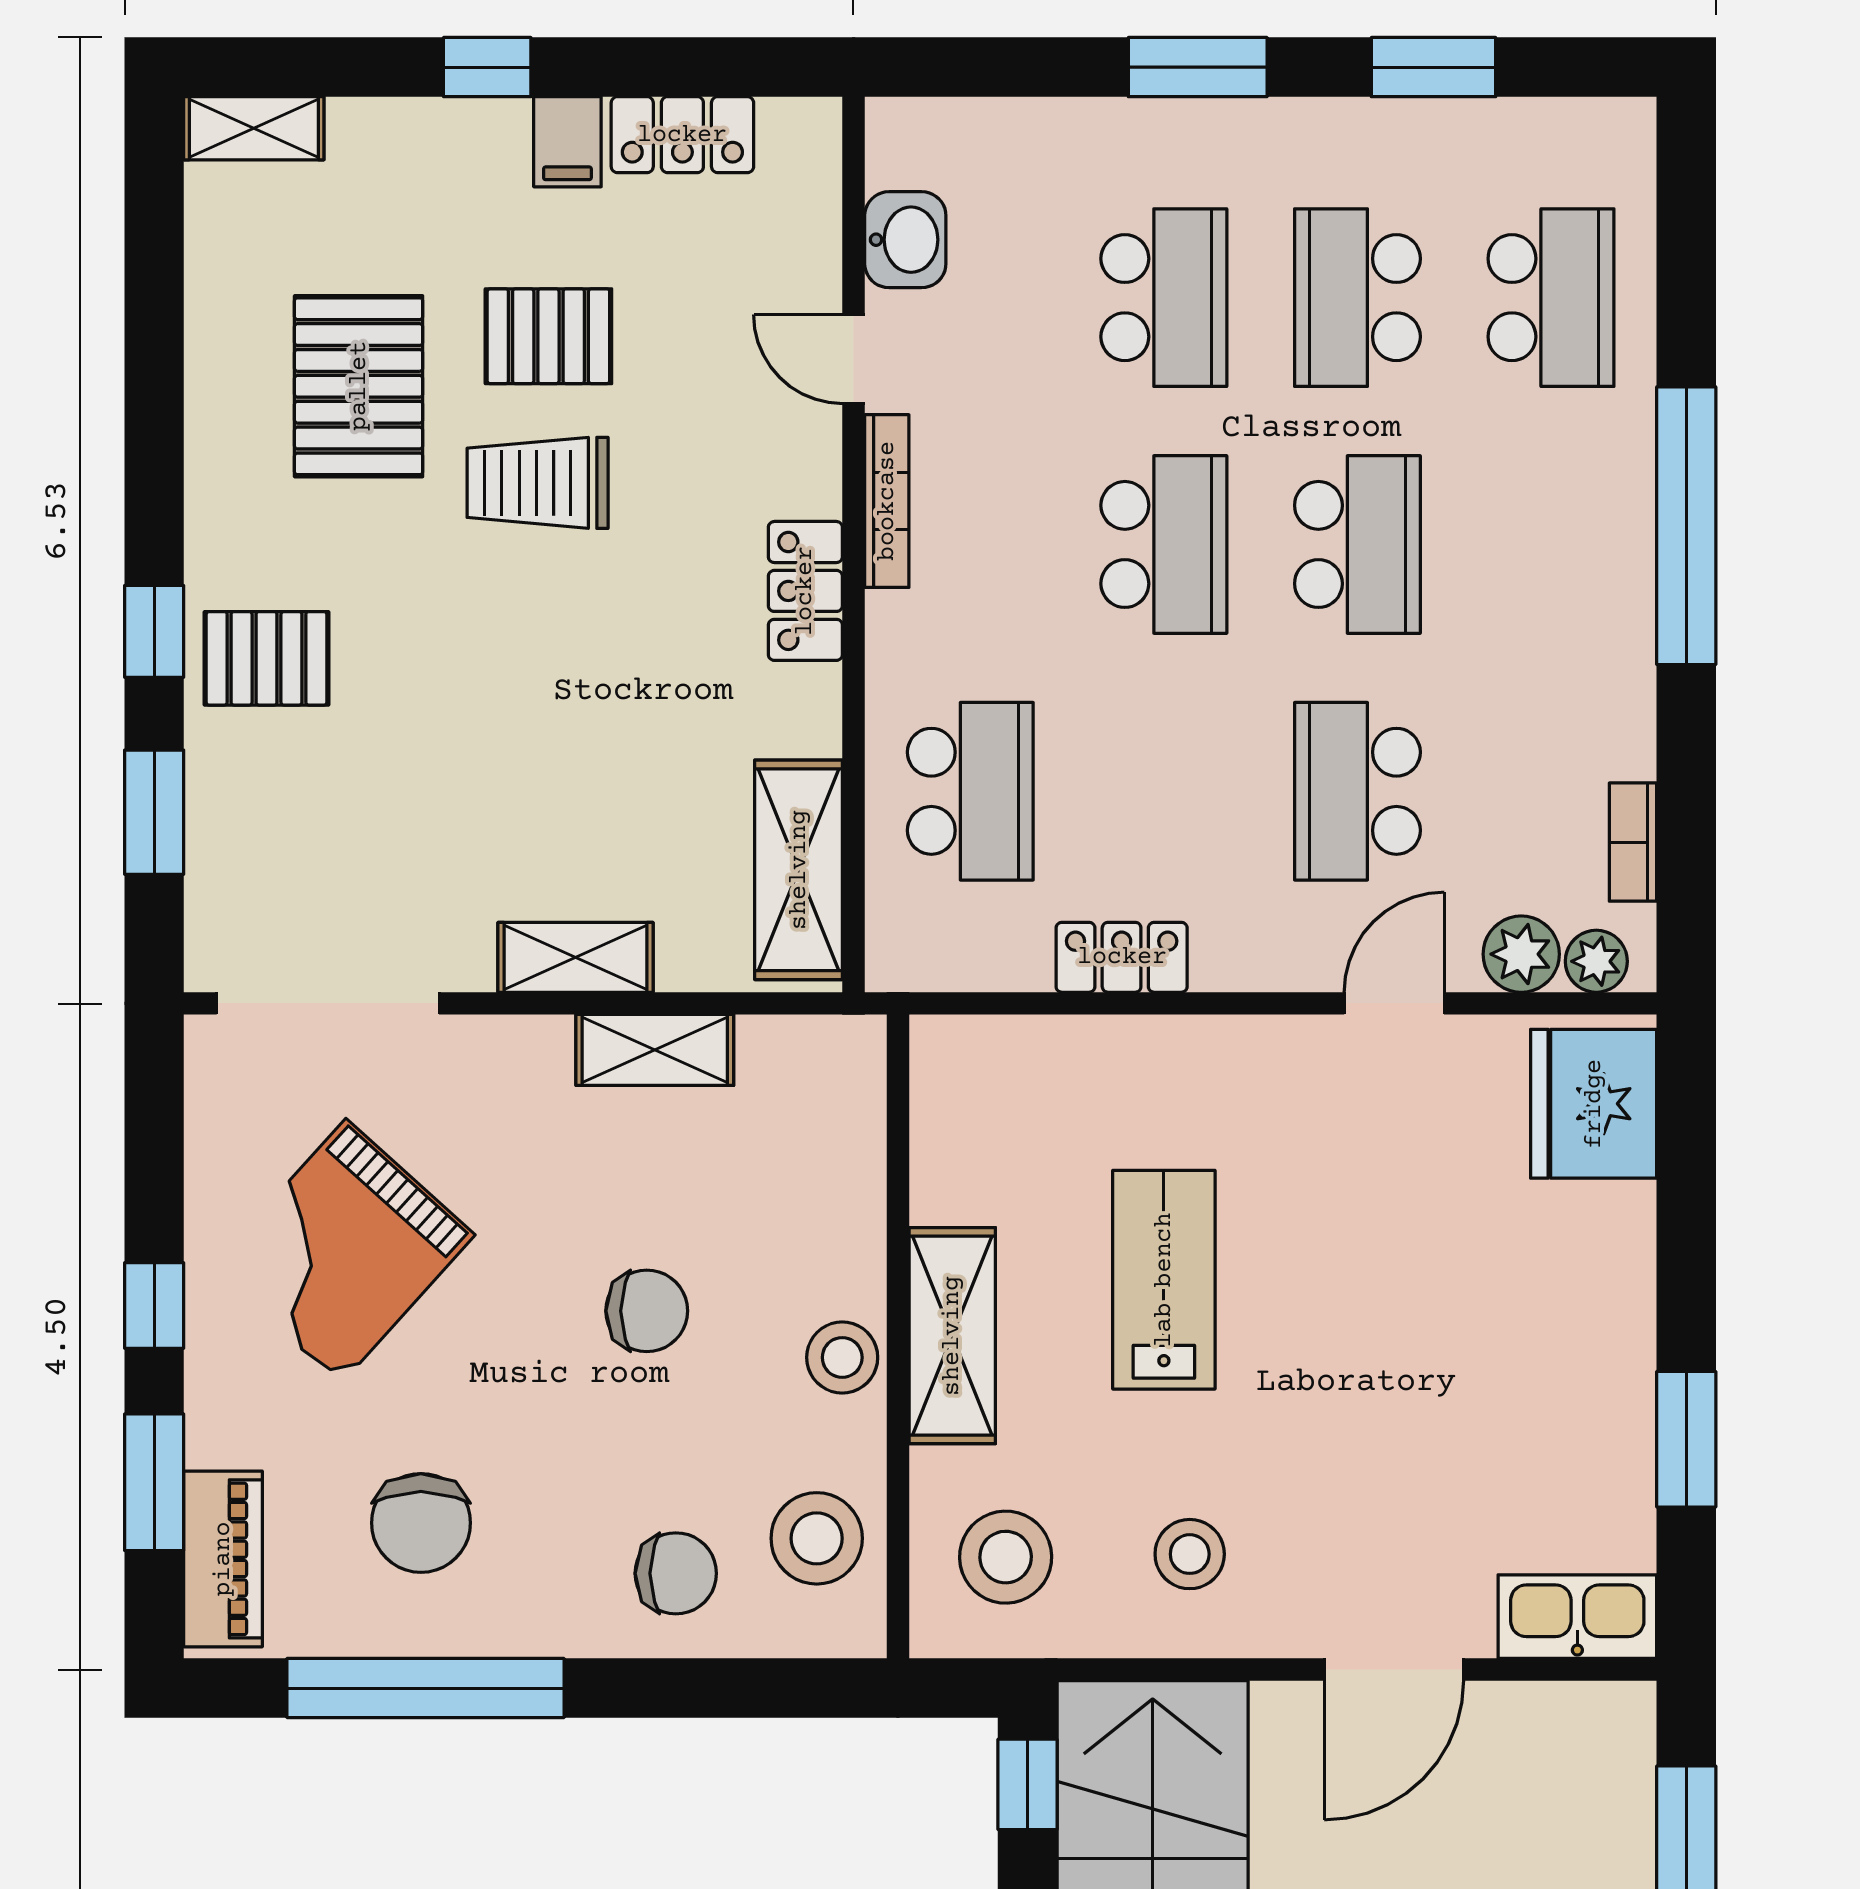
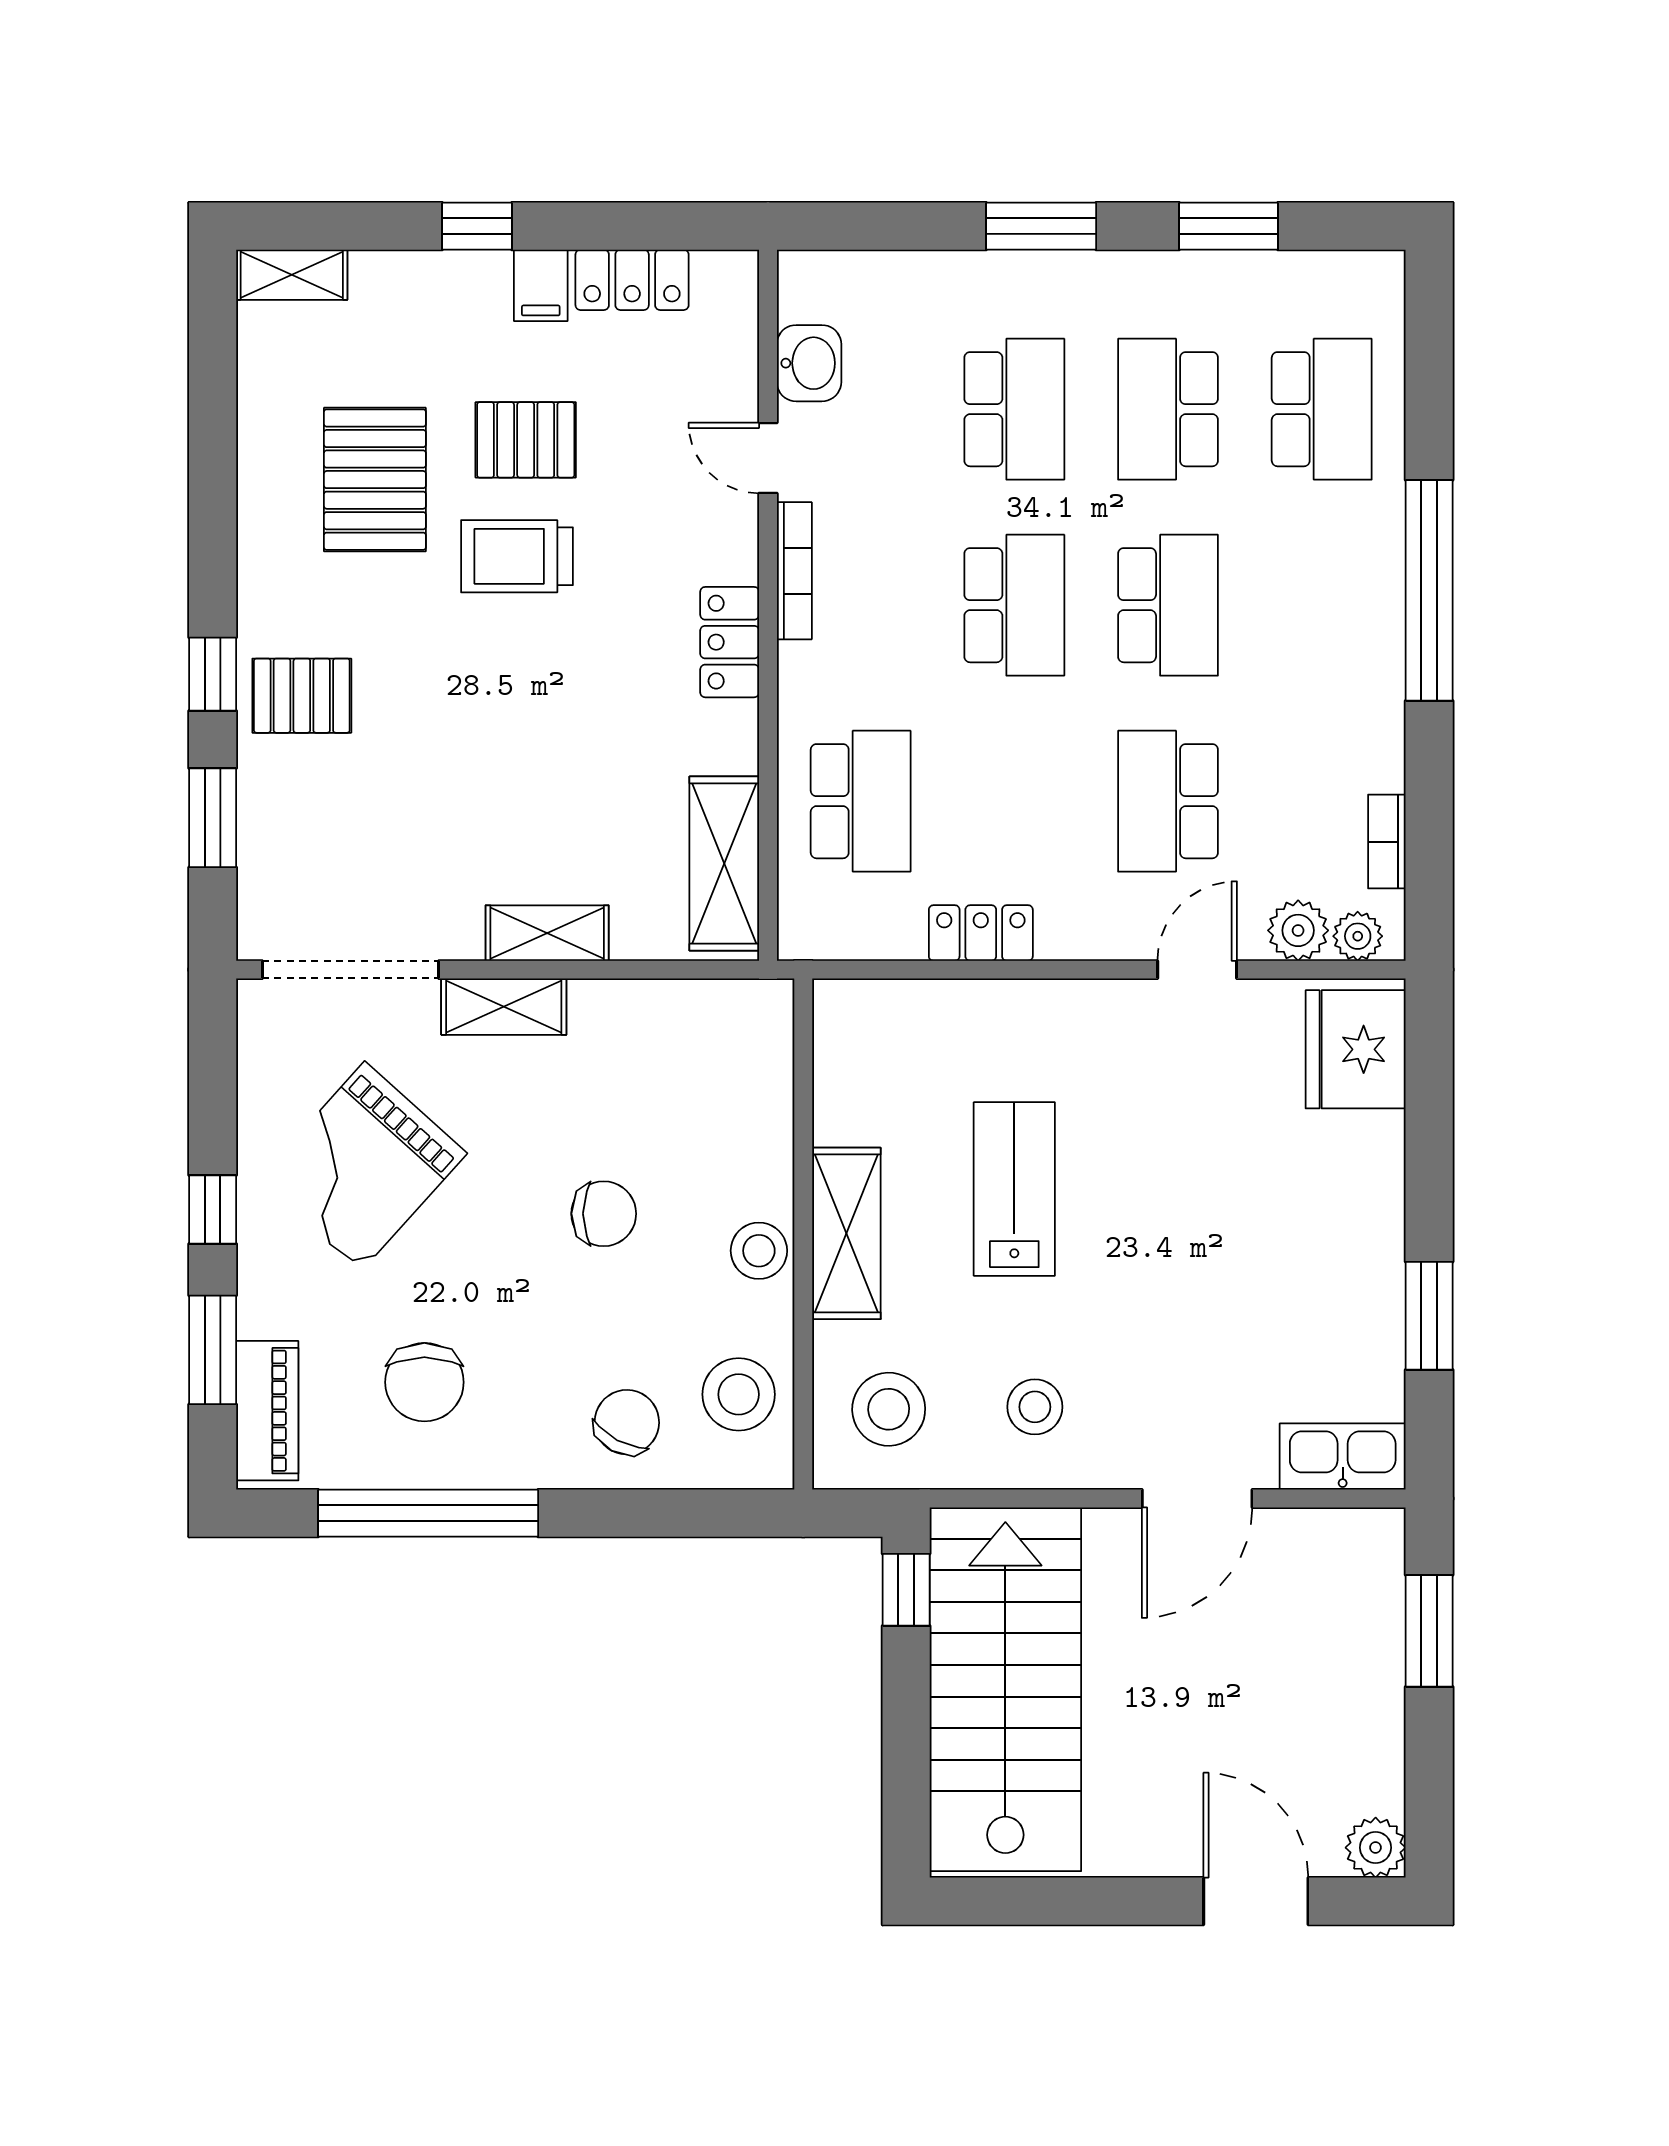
shelving: (655, 1050) -> (504, 1007), moved
chair: (676, 1573) -> (627, 1422), turned -62

